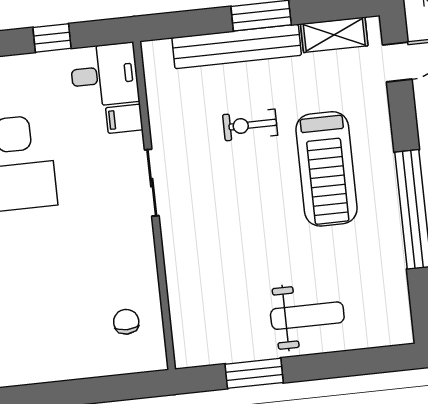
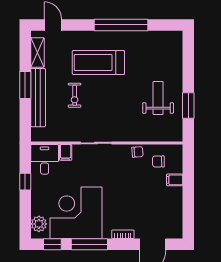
treadmill: (326, 169) -> (98, 62), turned 180
chair: (142, 274) -> (137, 152), added
weight bench: (307, 316) -> (158, 98), moved
filing cabinet: (90, 361) -> (175, 180), added

